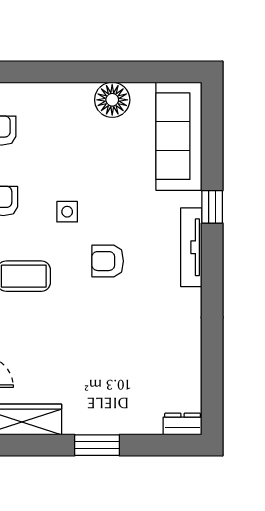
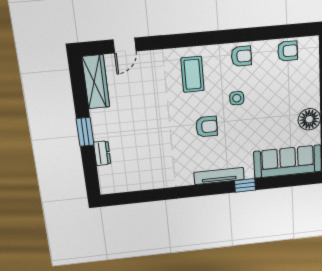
armchair: (108, 261) -> (207, 127), turned 90
dresser: (183, 424) -> (102, 153), moved

